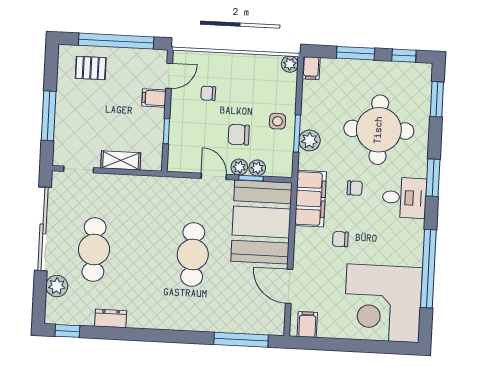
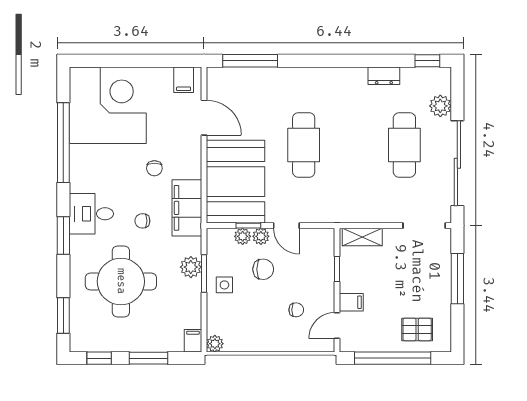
shelving: (121, 160) -> (362, 237), moved
doorway: (79, 169) -> (424, 226), width x1.38
chair: (340, 239) -> (154, 168), turned 90

